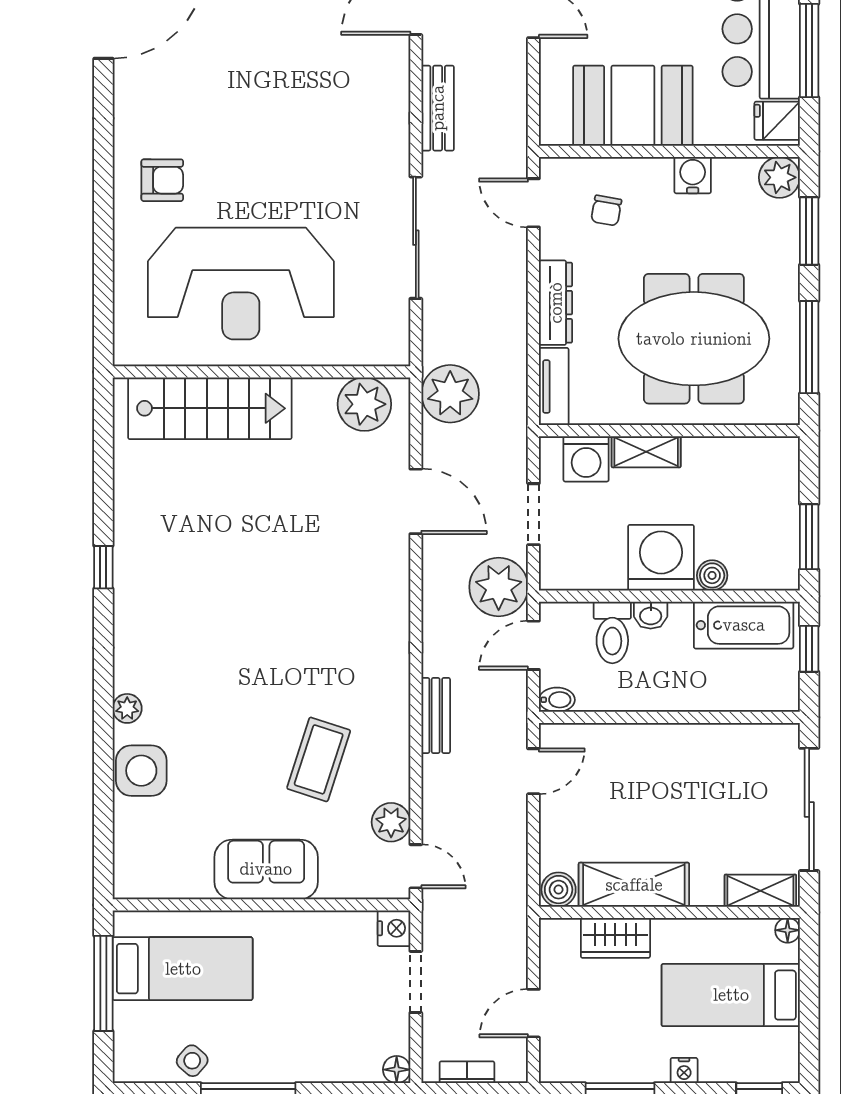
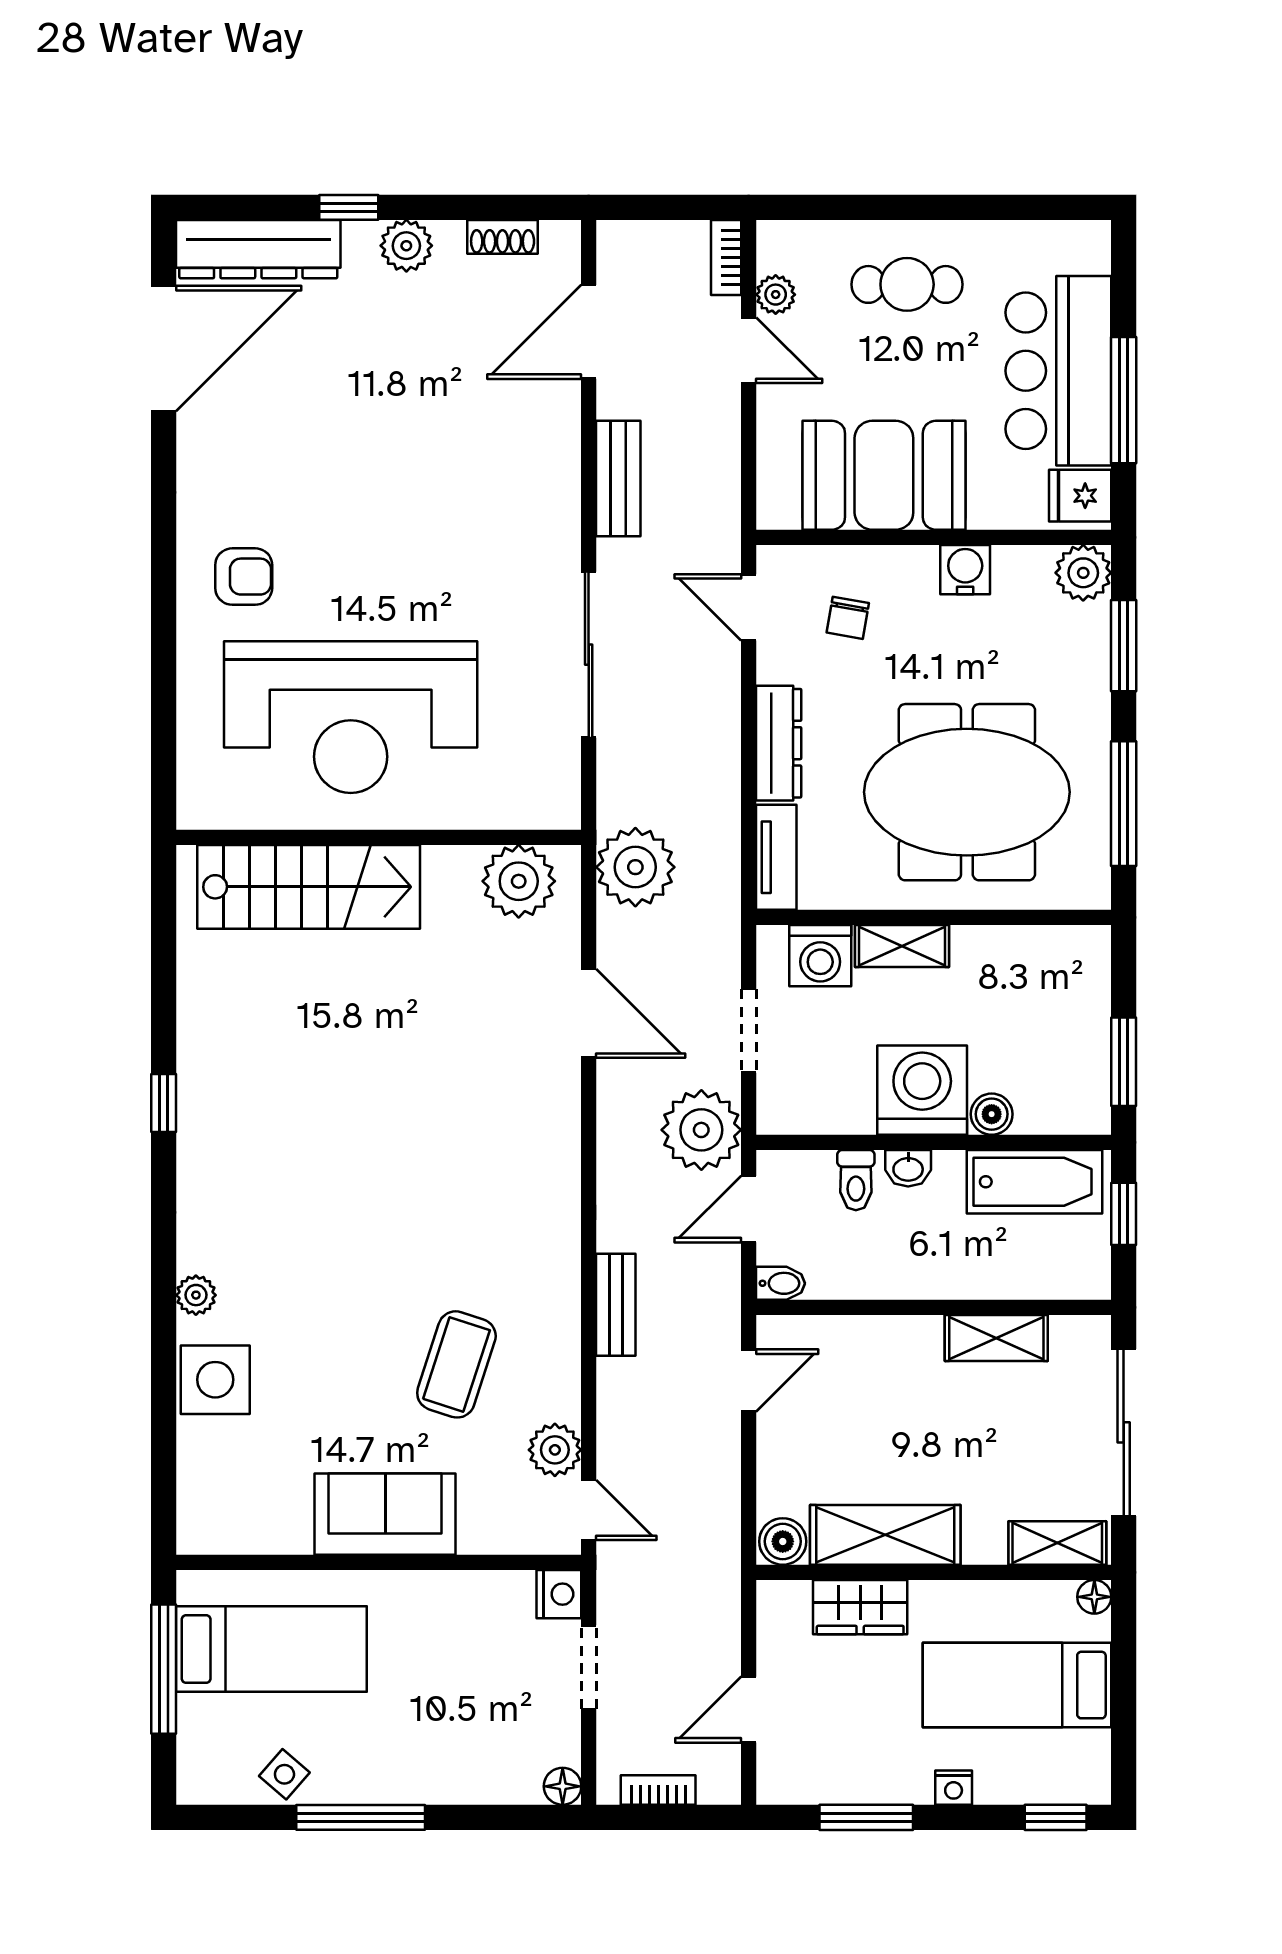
toilet: (612, 632) -> (856, 1180), width x0.73, depth x0.72
shelving: (716, 740) -> (996, 1338), added

